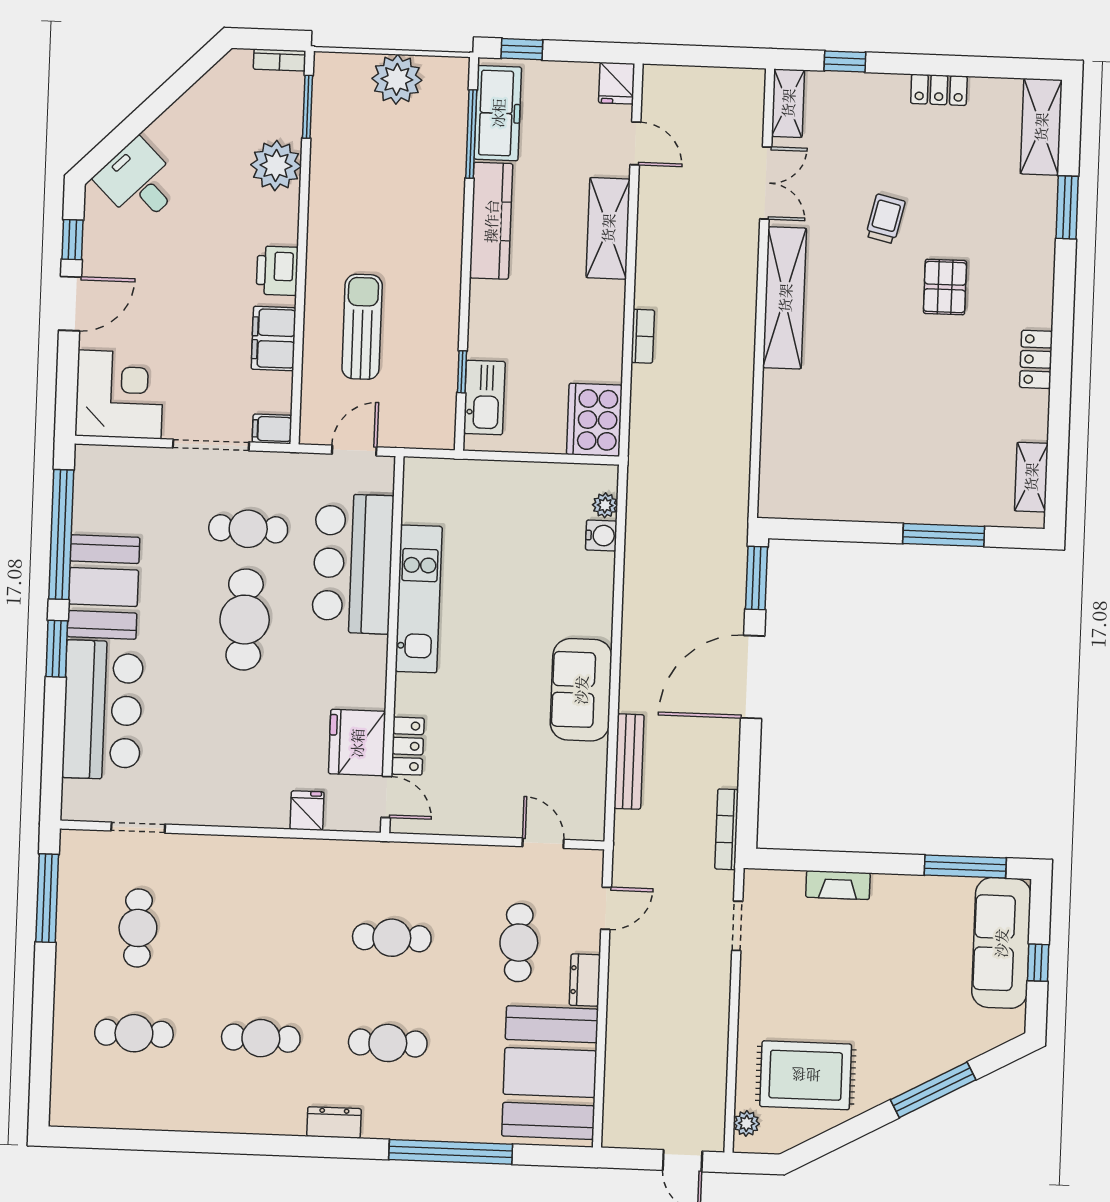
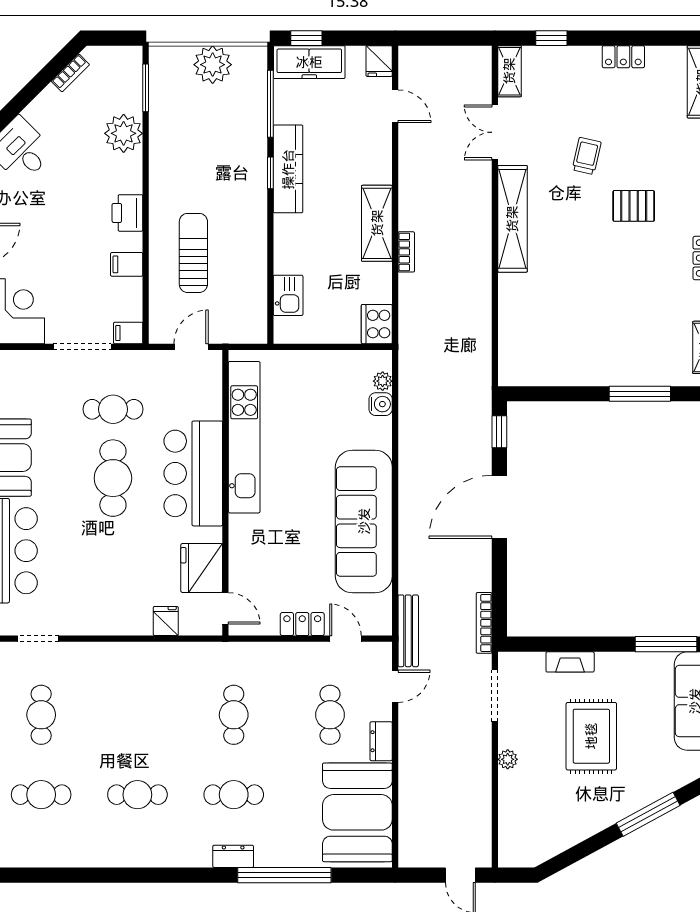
bookcase: (280, 60) -> (70, 73), moved, turned -45
freezer: (498, 113) -> (309, 62), moved, turned 90
double door: (766, 183) -> (495, 132), swing flipped
shelving: (608, 228) -> (377, 223), moved
pallet: (945, 287) -> (634, 206), turned 90
filing cabinet: (274, 338) -> (127, 264), width x0.50
window: (462, 372) -> (270, 173), moved
kitchen sink: (484, 397) -> (288, 295), width x0.73
cooker: (594, 420) -> (377, 324), width x0.73, depth x0.76
bar counter: (353, 564) -> (193, 473), moved
window: (756, 578) -> (499, 432), width x0.67
kitchen unit: (419, 599) -> (244, 437), width x1.36
sofa: (581, 690) -> (364, 521), width x1.85, depth x1.27
locker: (408, 746) -> (302, 624), moved, turned -90
bench: (629, 762) -> (408, 631), moved
doorway: (737, 926) -> (495, 696), width x1.38
cafe table: (392, 938) -> (234, 715), turned 90
rug: (806, 1075) -> (591, 736), moved, turned 90
dresser: (334, 1122) -> (233, 856), moved
plant: (746, 1123) -> (508, 759), moved

